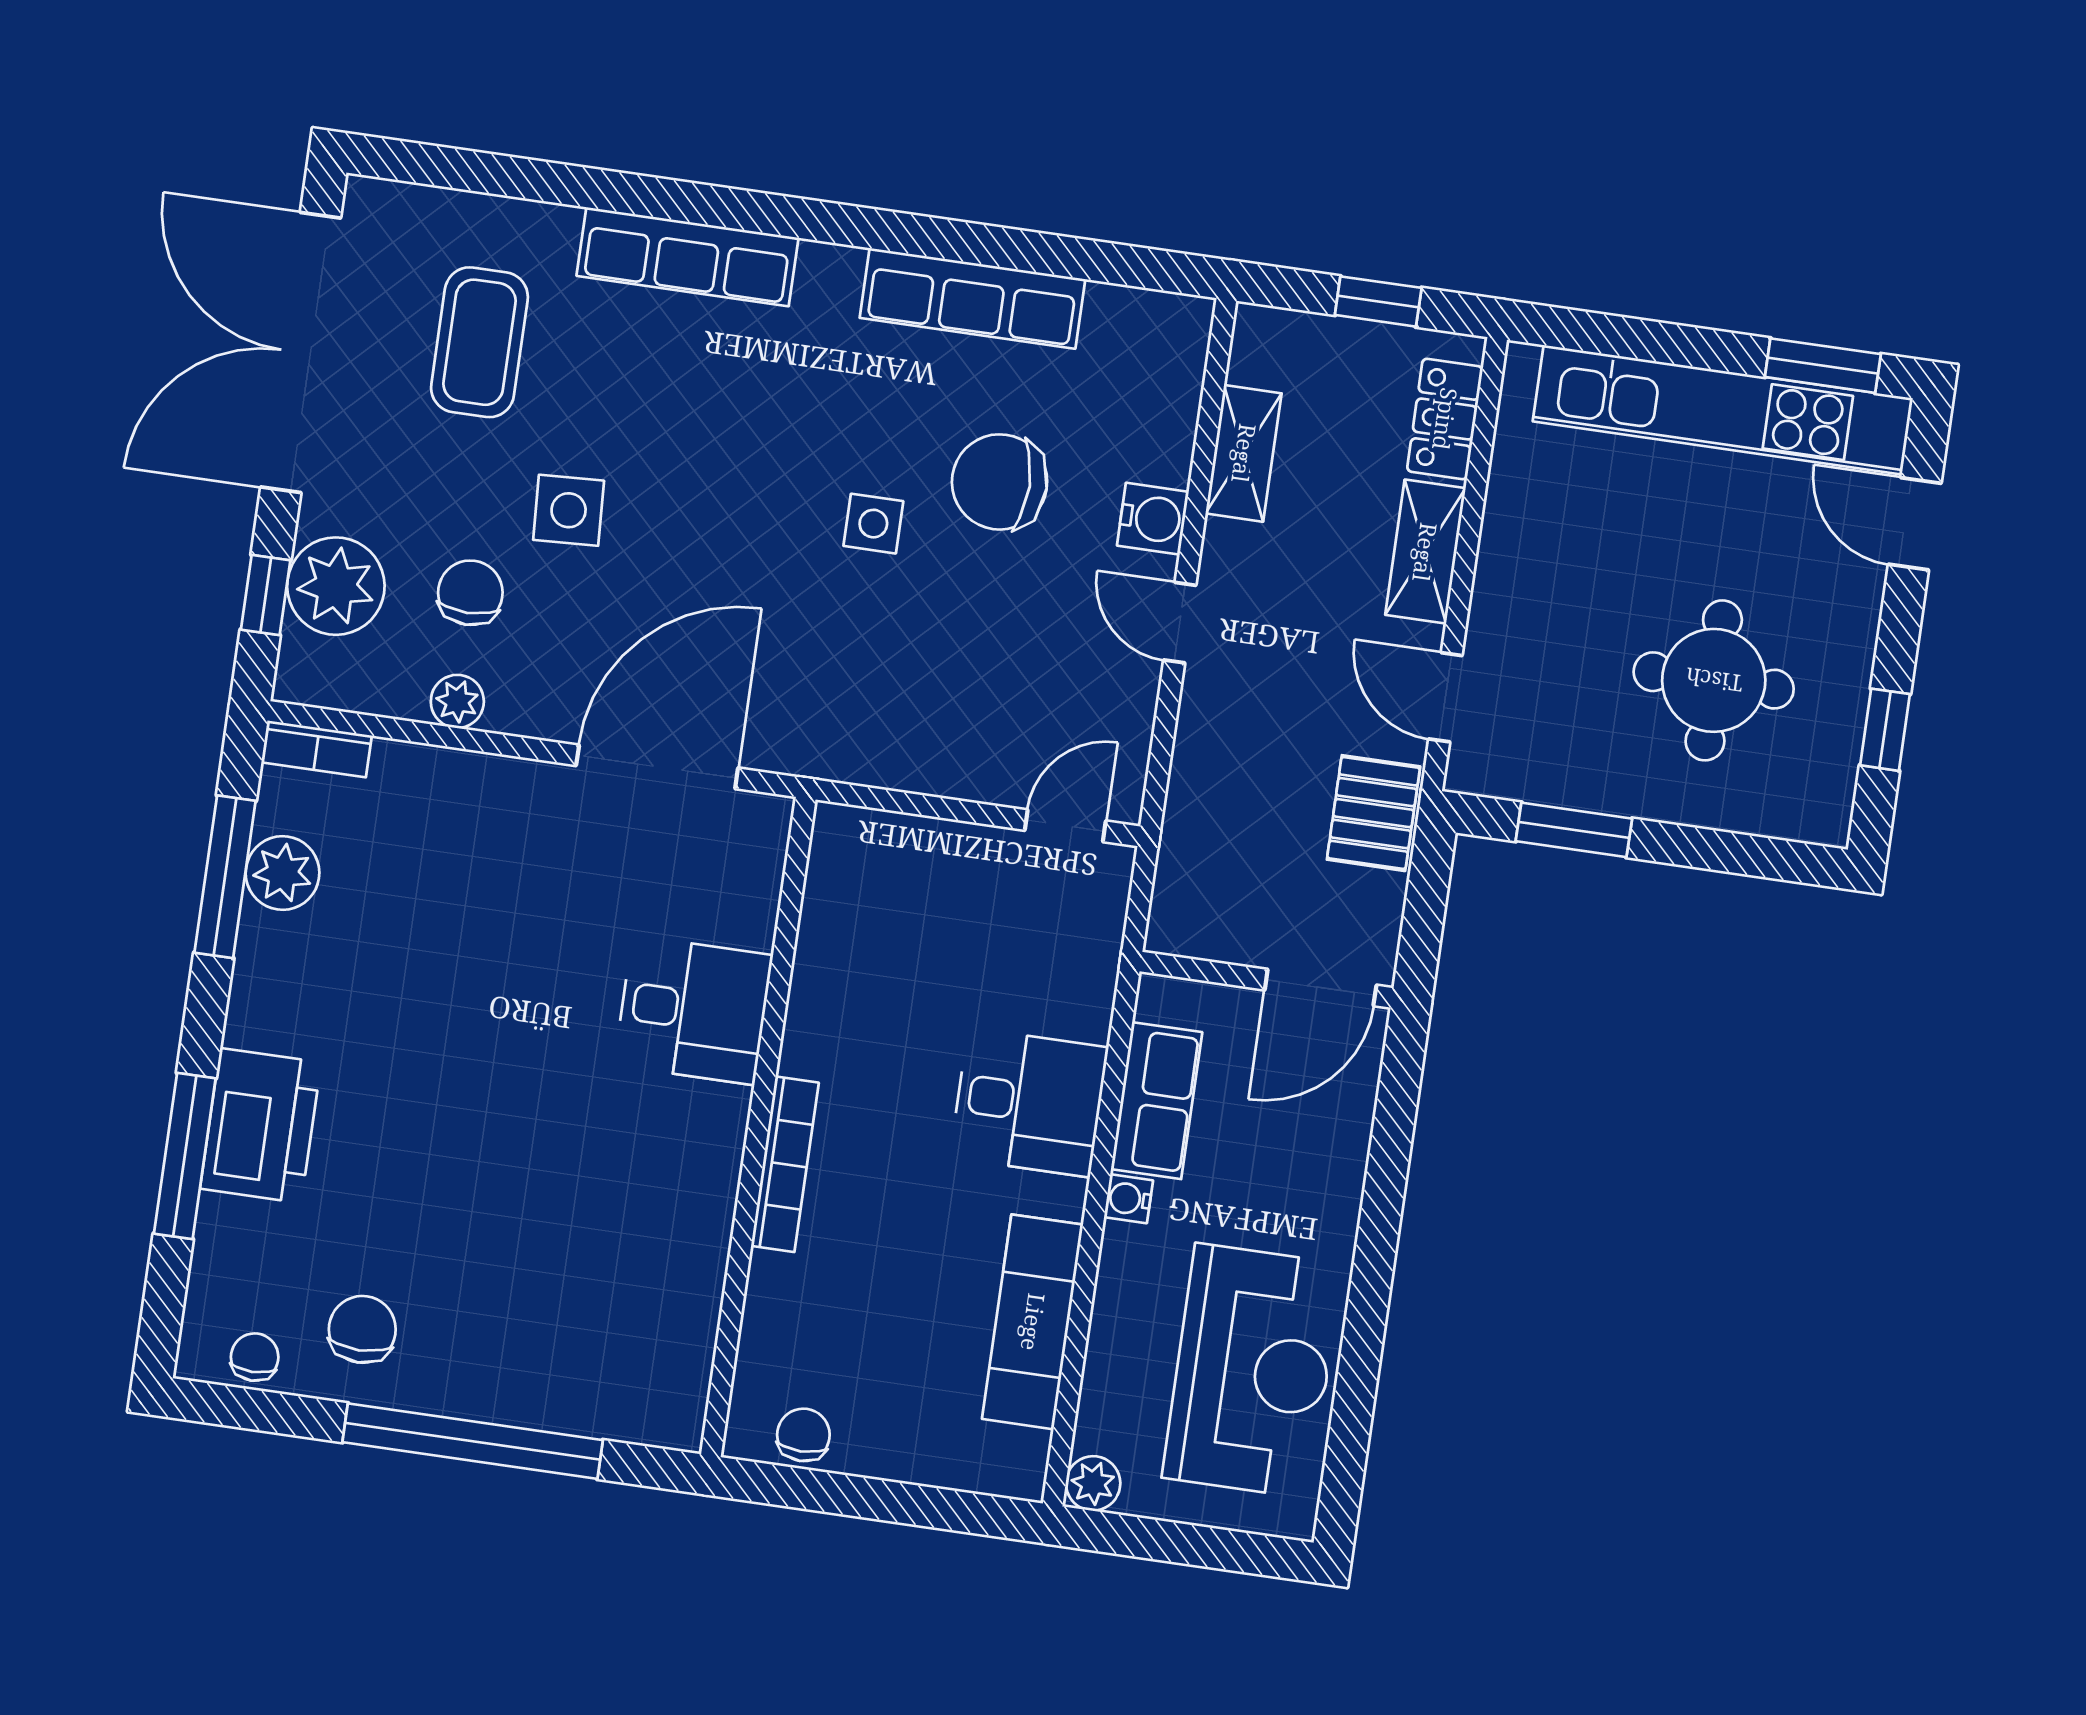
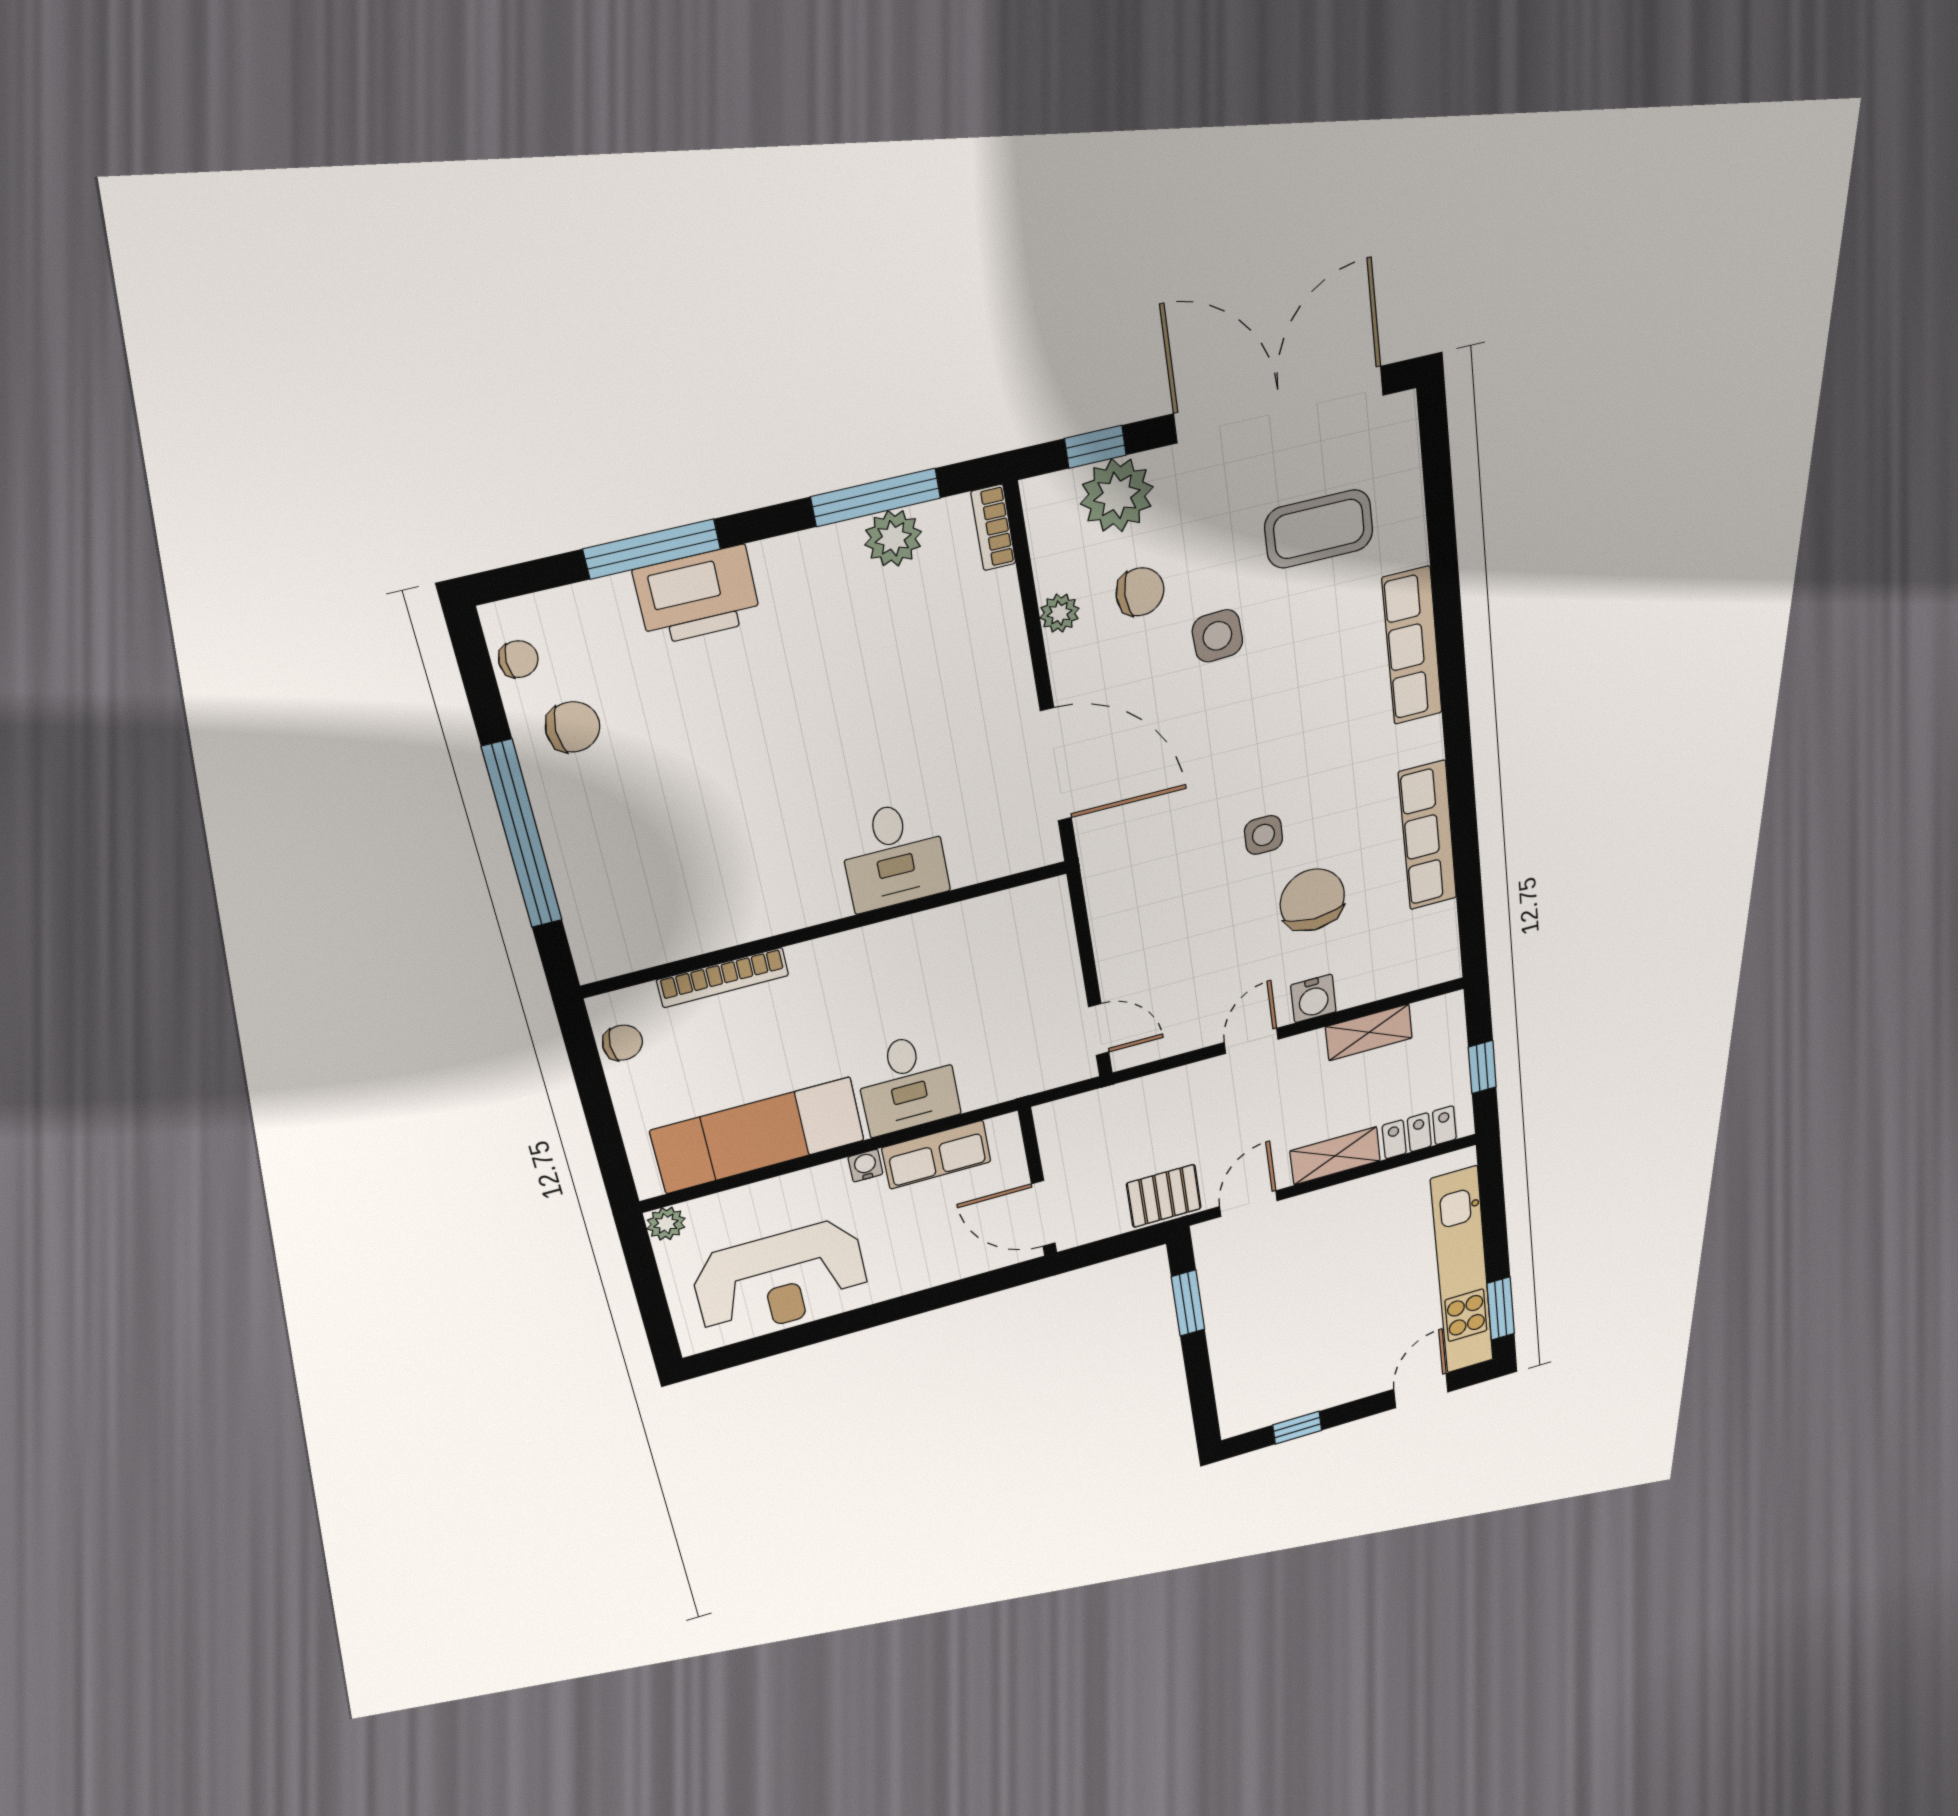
round table: (1714, 680) -> (1301, 1334), removed
bookcase: (785, 1164) -> (723, 978), moved
exam couch: (1033, 1322) -> (758, 1135), width x1.36, depth x1.45

